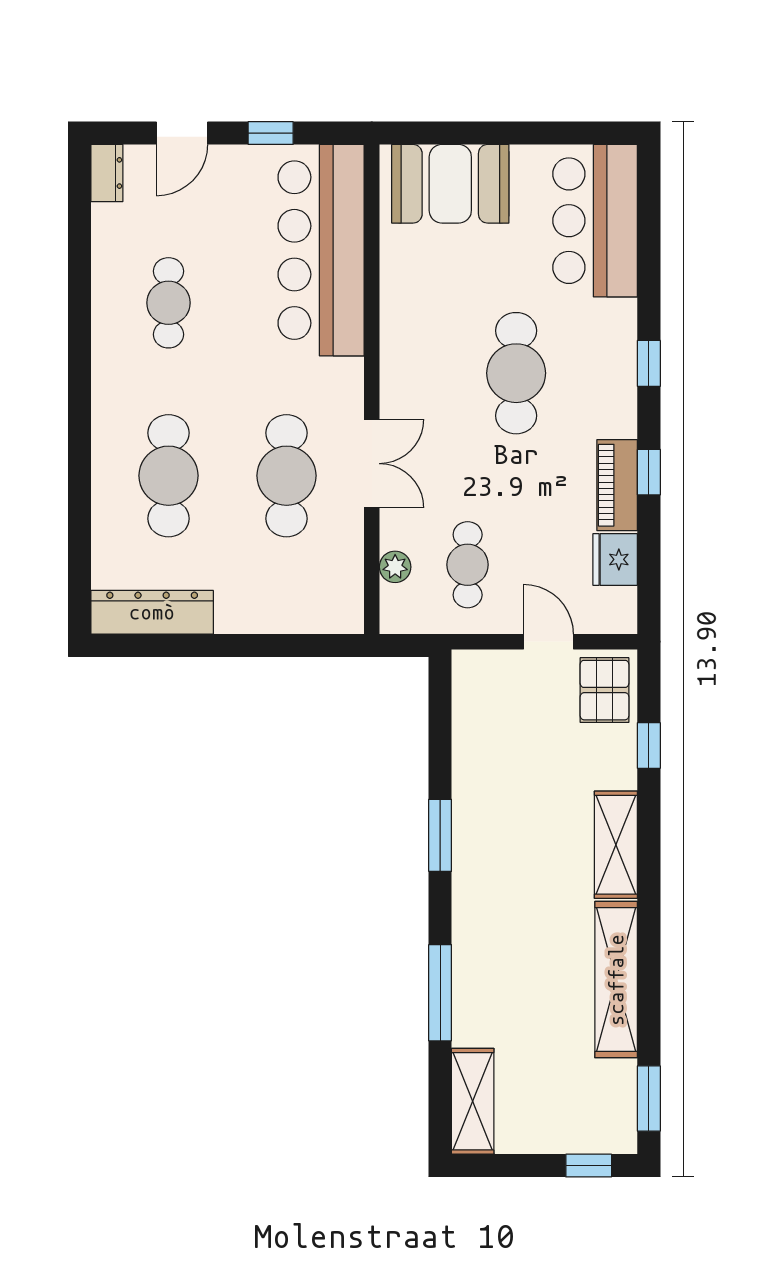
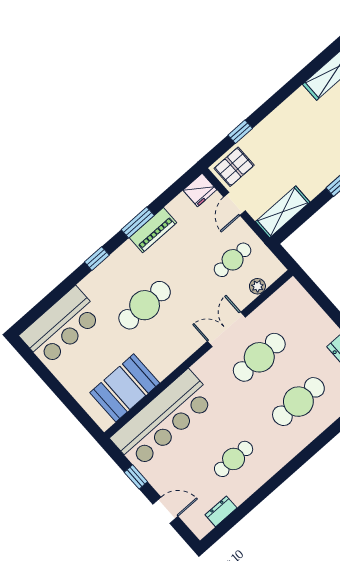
dresser: (107, 173) -> (221, 511), moved
booth: (450, 184) -> (125, 388), moved, turned 90
window: (649, 472) -> (138, 223), width x1.50
fridge: (615, 559) -> (200, 190), moved
shelving: (616, 845) -> (283, 212), moved

